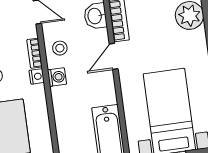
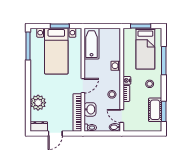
washing machine: (57, 77) -> (116, 66), moved

